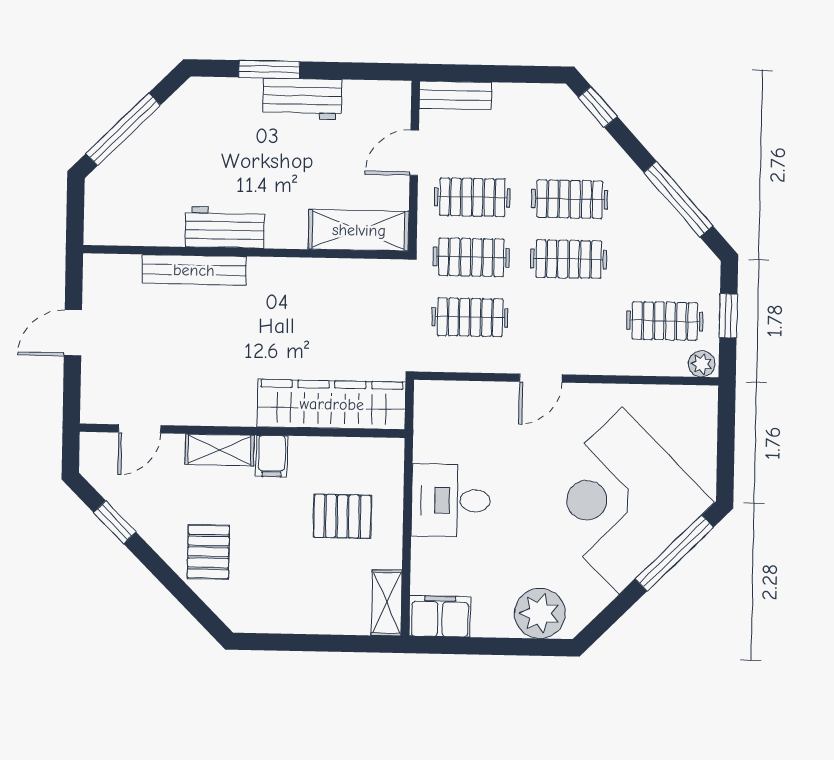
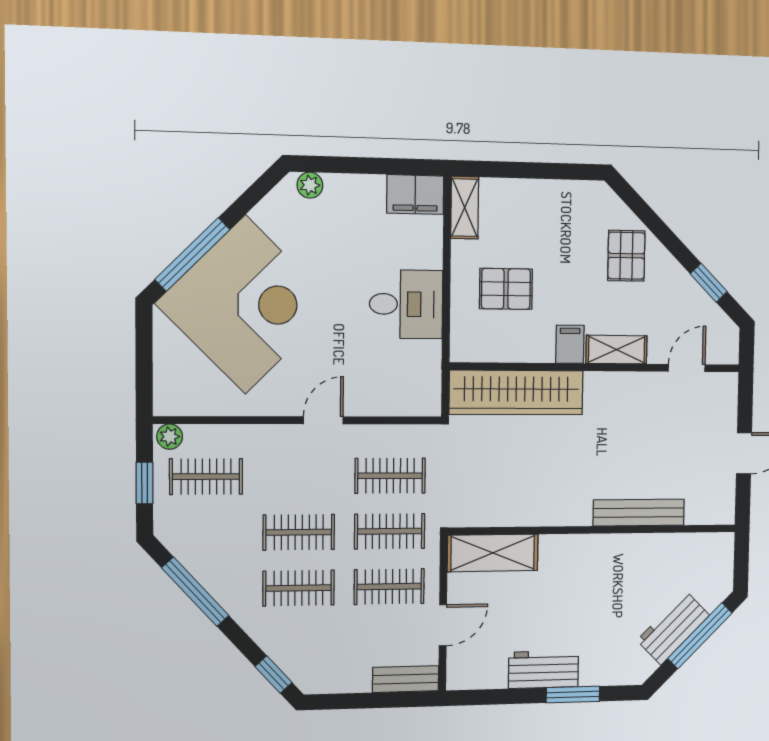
workbench: (225, 227) -> (673, 628), moved, turned 135
plant: (540, 613) -> (310, 185), width x0.53, depth x0.53

